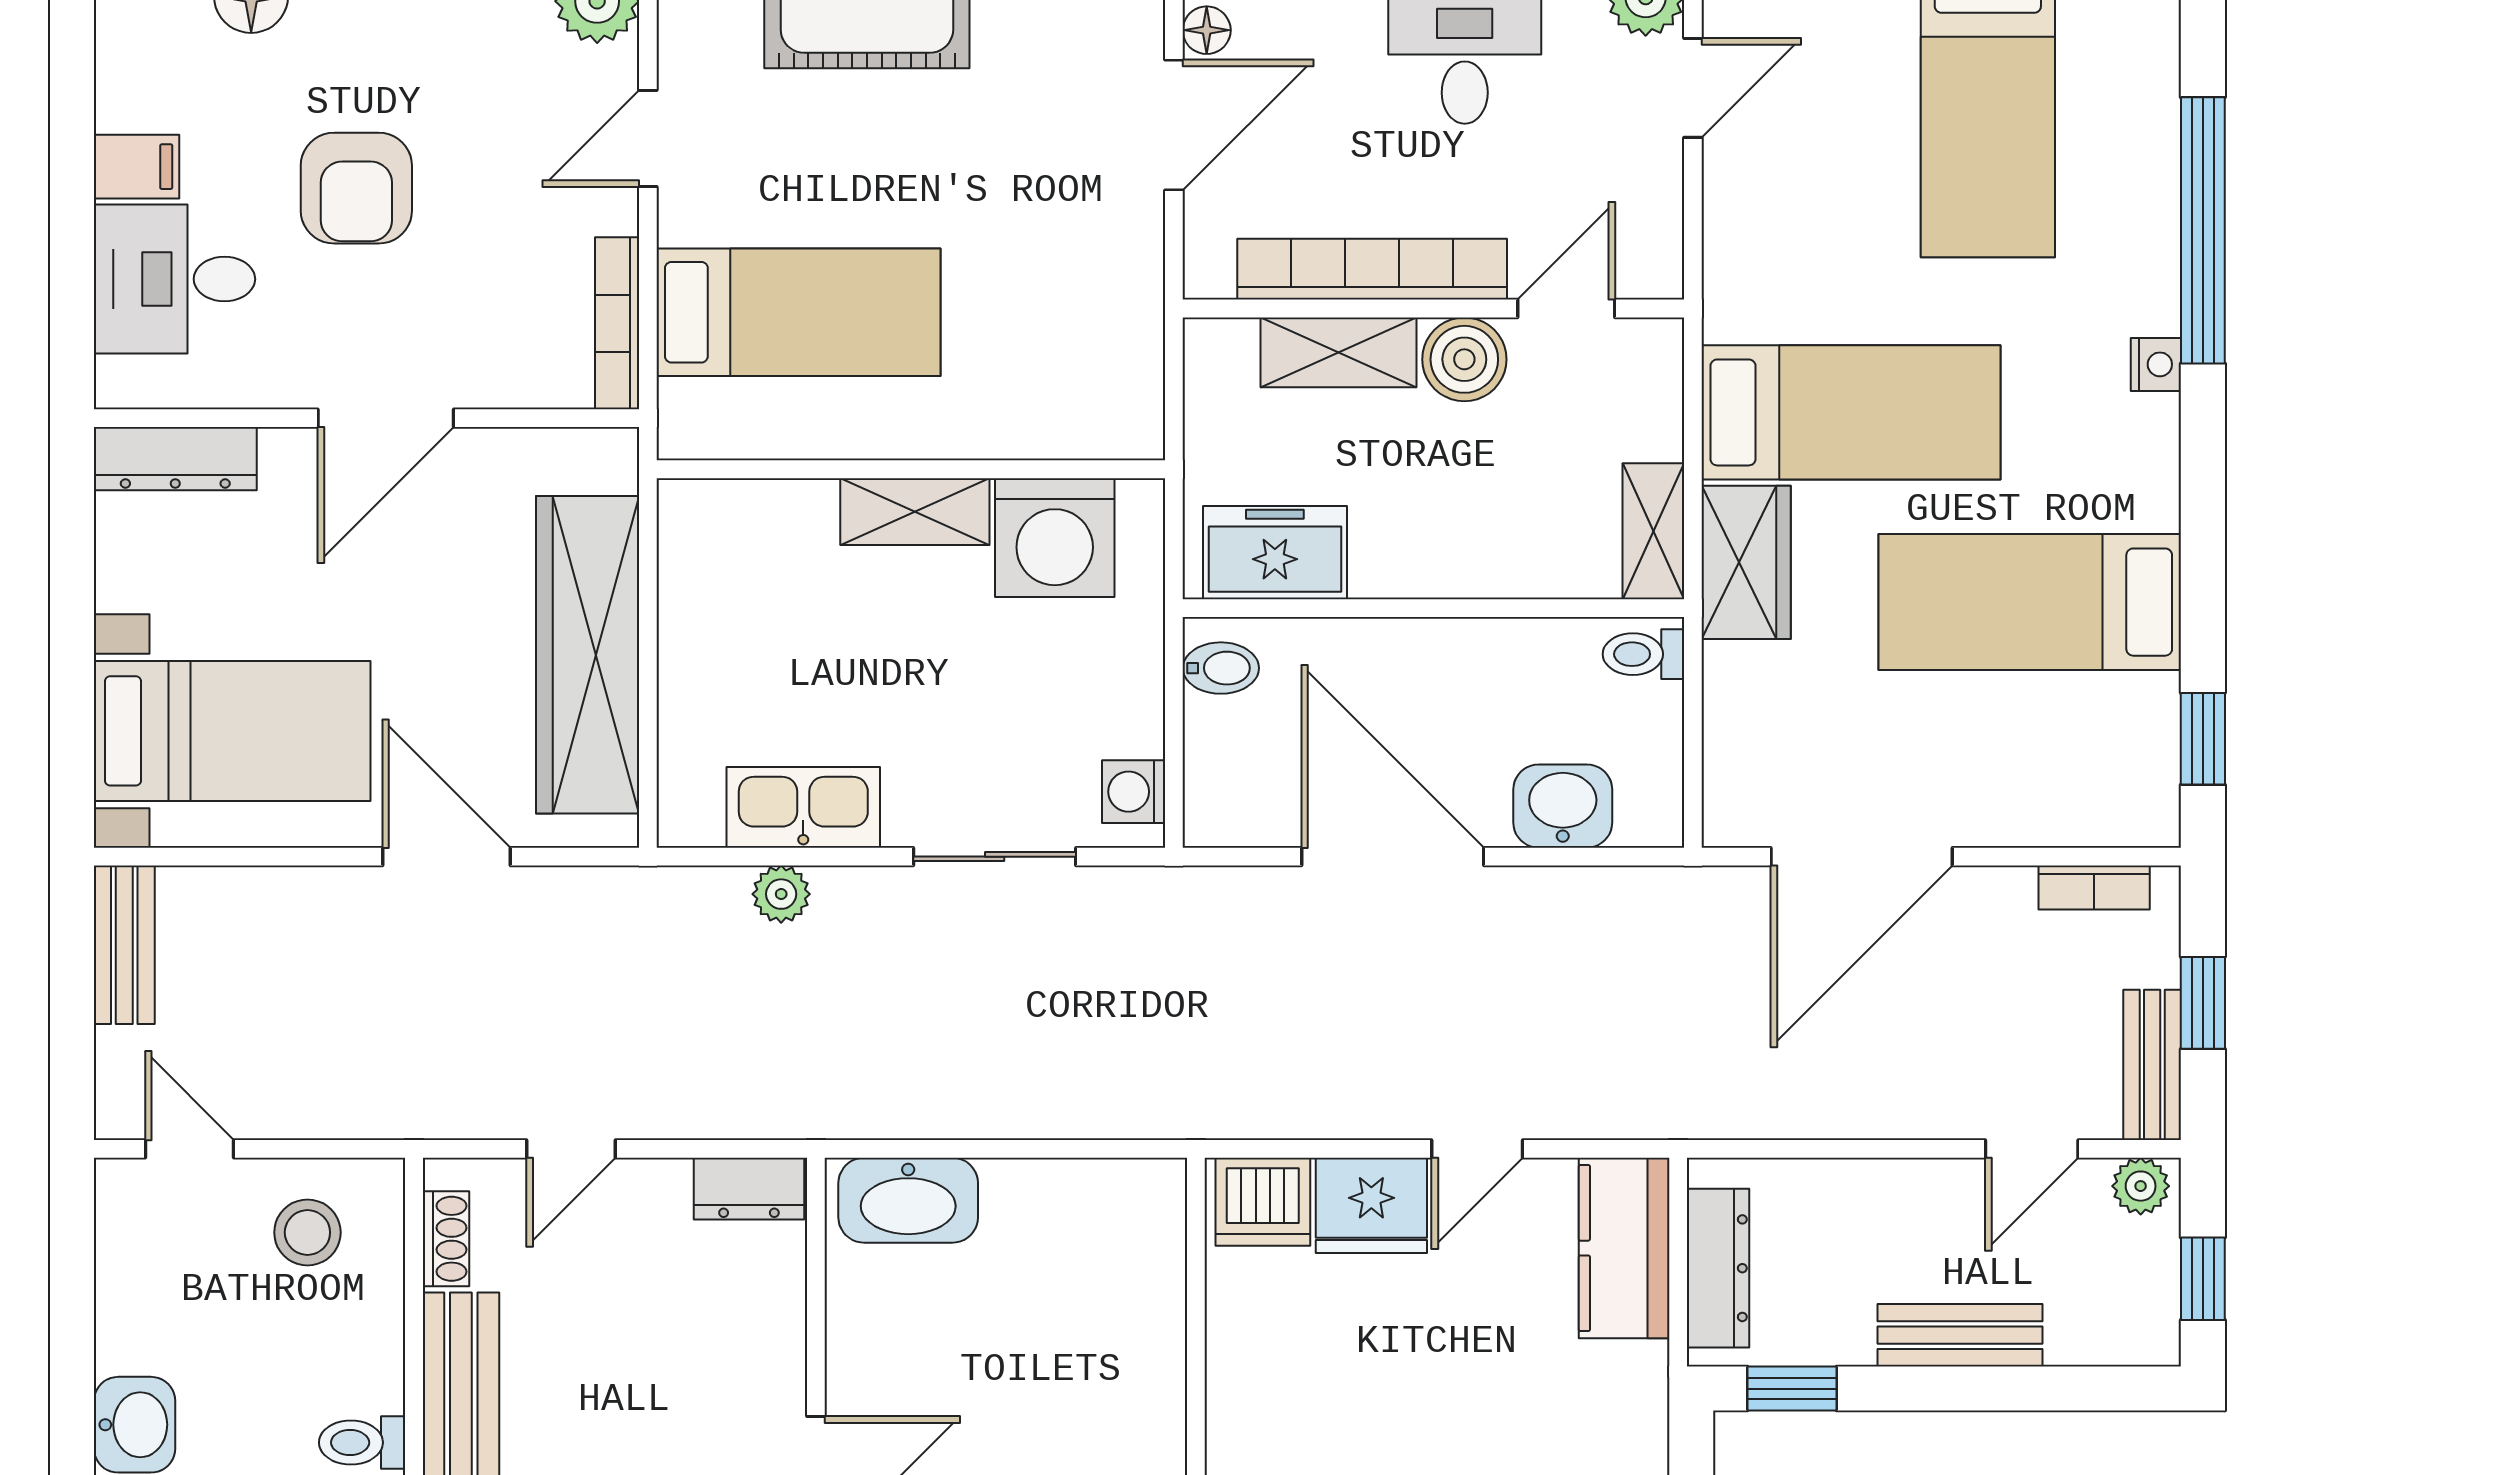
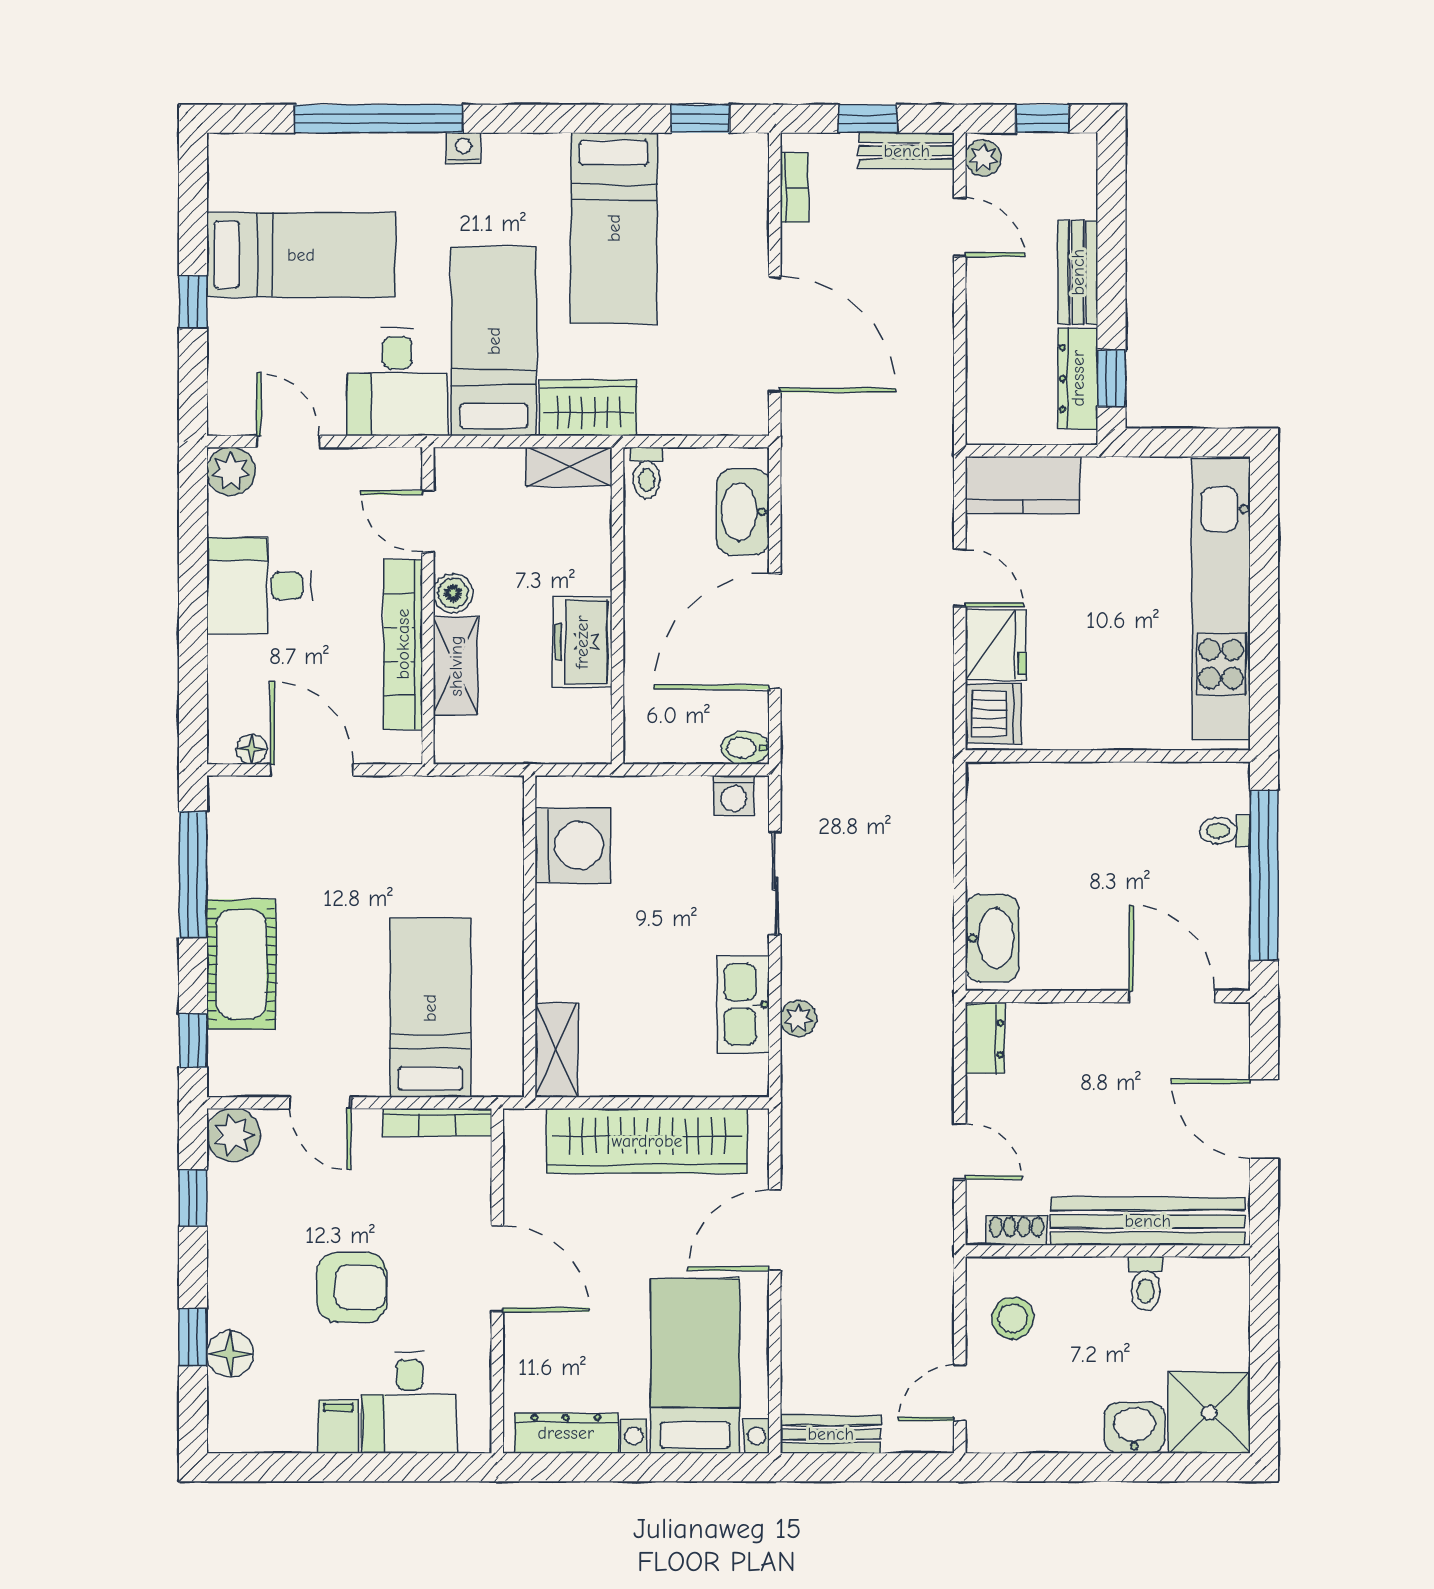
desk: (1787, 260) -> (397, 382), added
boiler: (1464, 359) -> (453, 593), width x0.73, depth x0.73
dresser: (175, 459) -> (566, 1433), moved, turned -90
shelving: (915, 512) -> (556, 1050), moved
freezer: (1275, 553) -> (582, 642), moved
bidet: (1221, 668) -> (745, 748), moved, turned -90
washbasin: (1563, 806) -> (743, 512), width x1.38
dresser: (1718, 1268) -> (1078, 378), moved, turned -90

